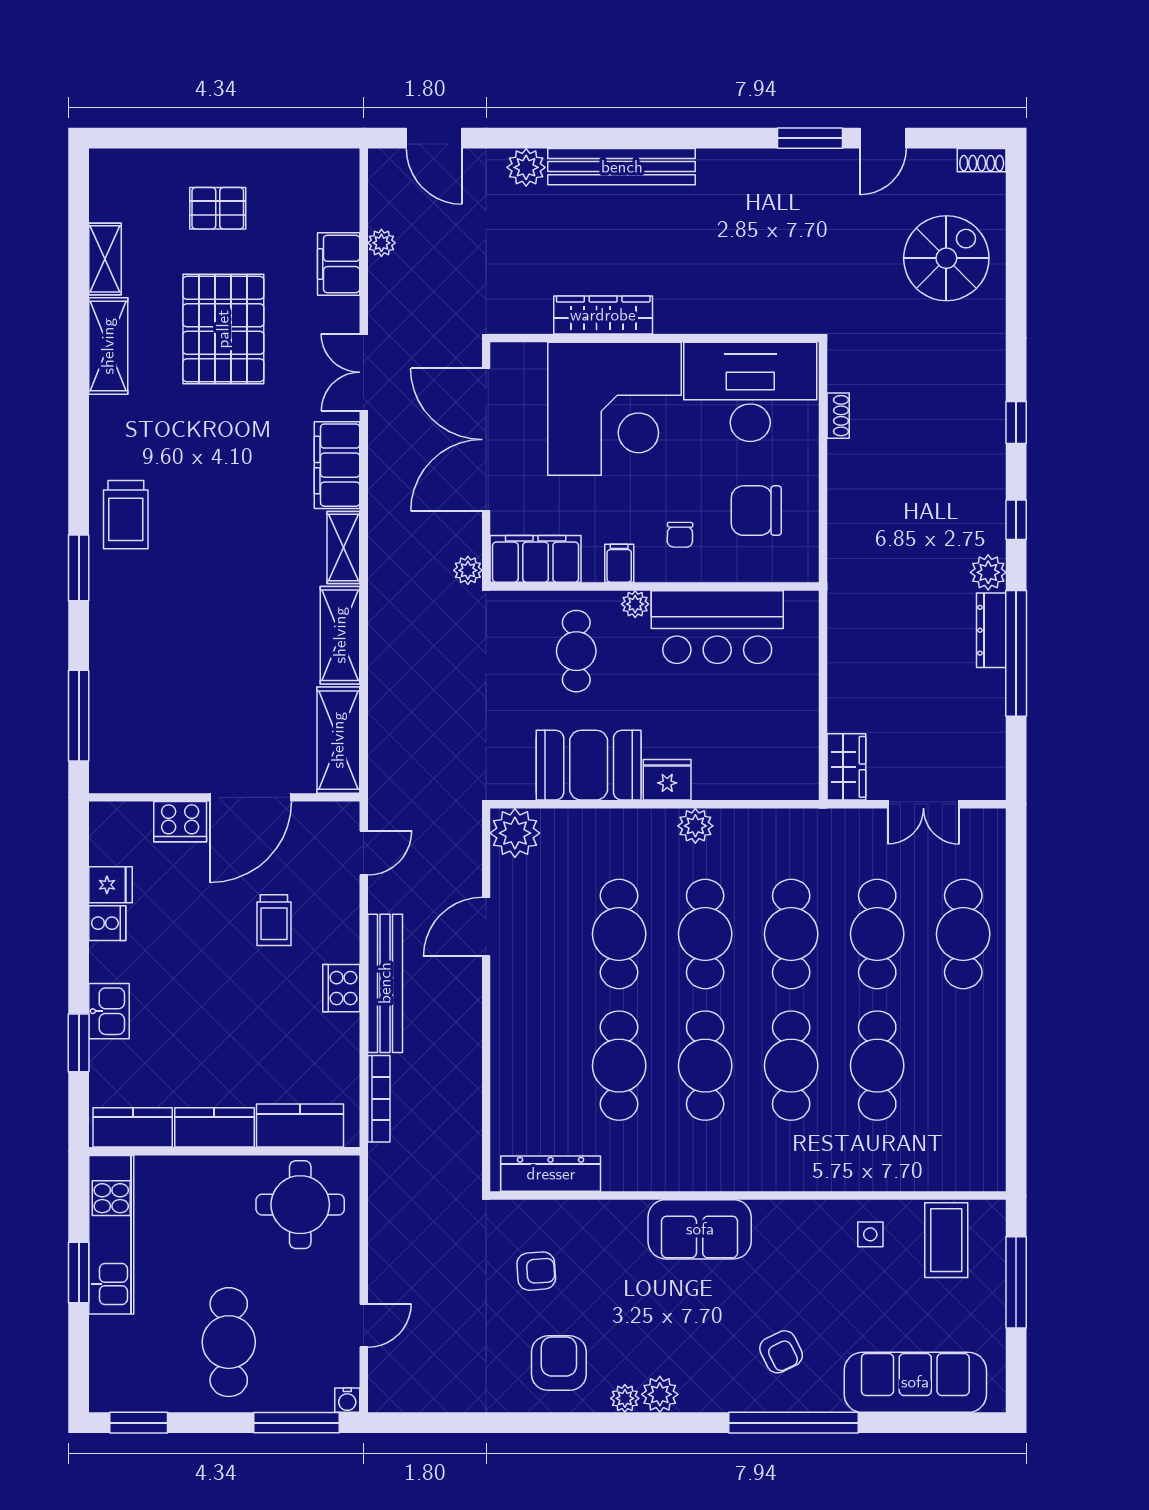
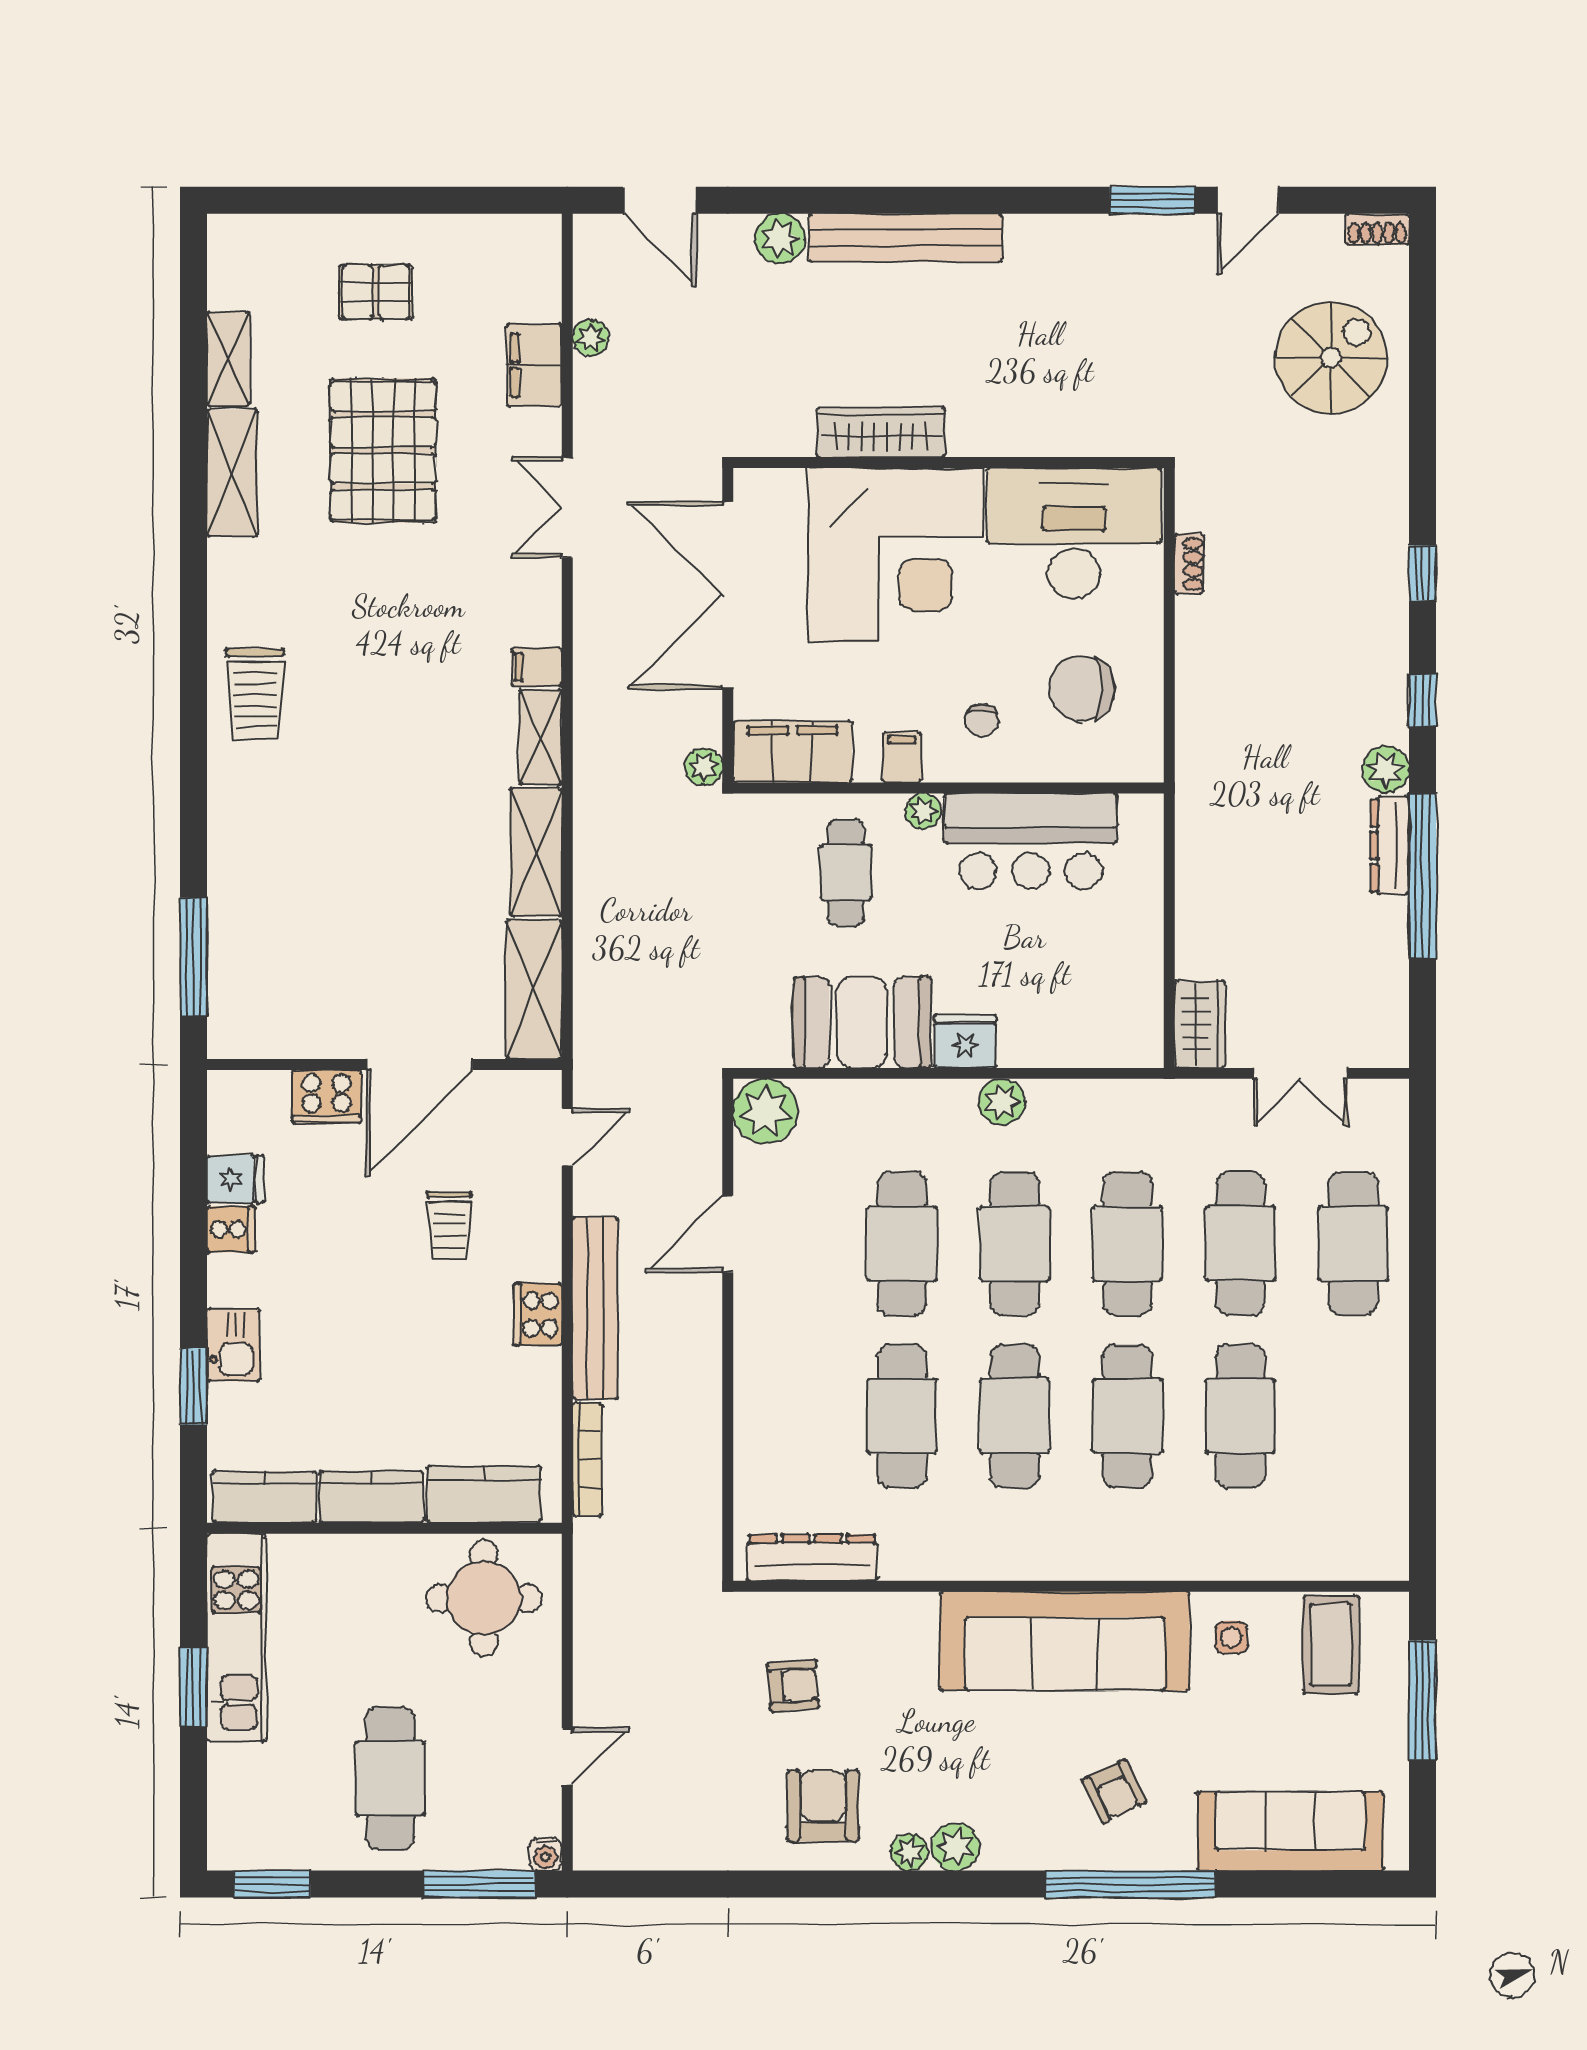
filing cabinet: (337, 465) -> (536, 667), width x0.33, depth x0.86
window: (79, 568) -> (193, 764), removed
sofa: (700, 1229) -> (1065, 1641), width x1.85, depth x1.27

